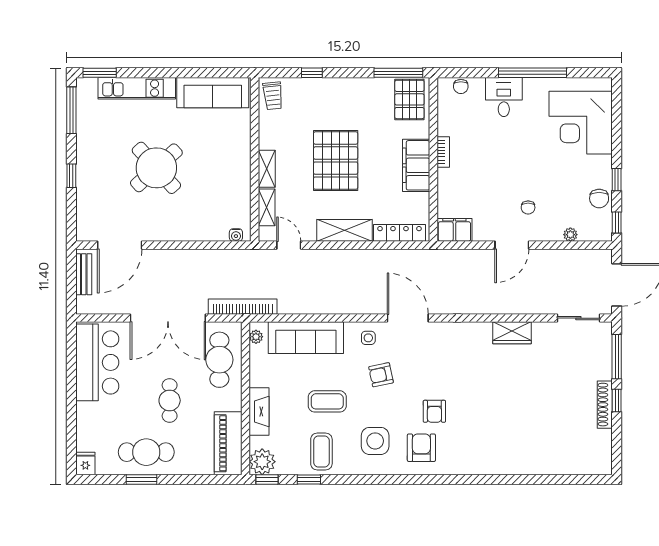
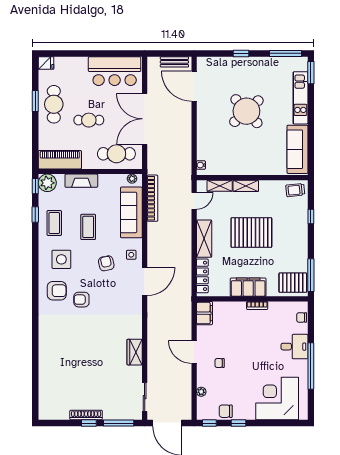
bookcase: (243, 307) -> (152, 198), moved
coffee table: (321, 451) -> (54, 223), turned 90

